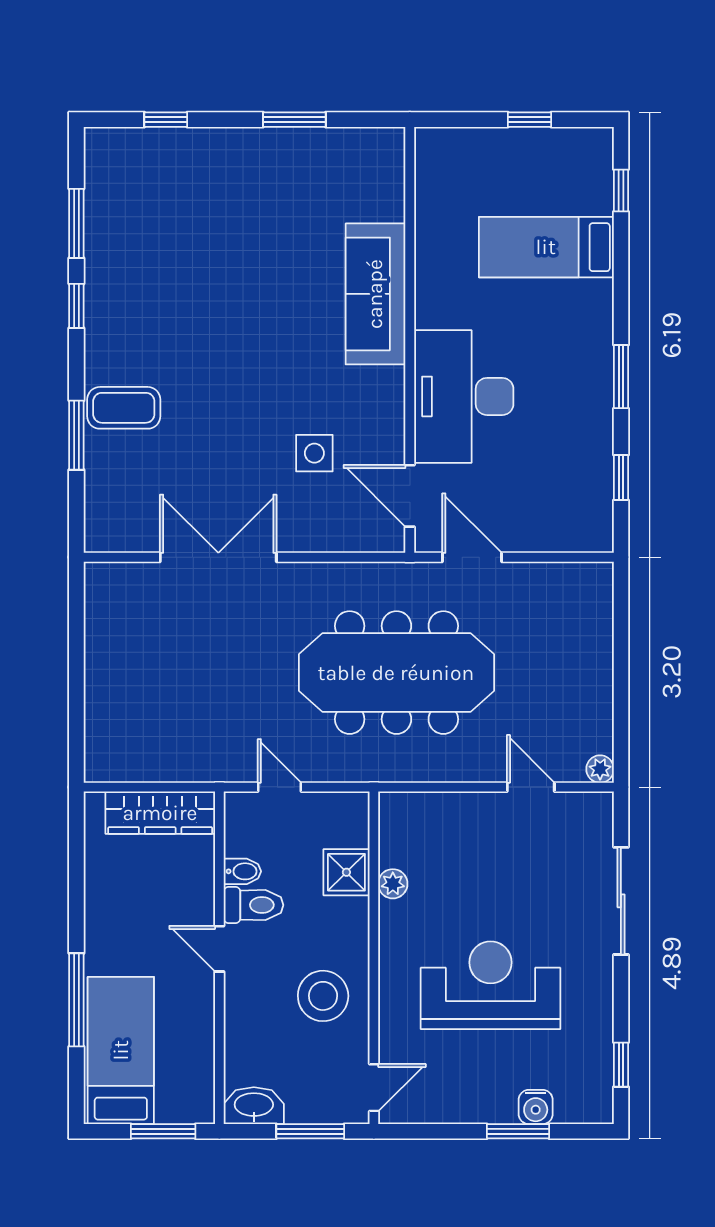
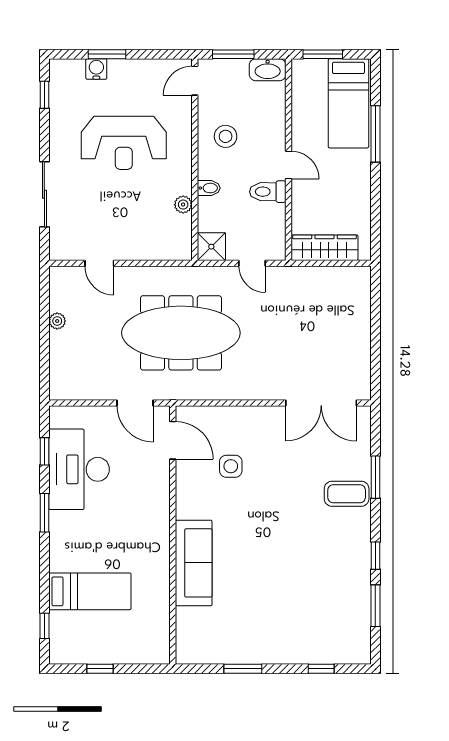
desk: (464, 396) -> (79, 469), moved, turned 180
double door: (218, 557) -> (321, 403), moved
plant: (600, 769) -> (57, 321), moved
bidet: (242, 871) -> (209, 188), moved, turned 180
shower: (346, 872) -> (211, 247), moved
stool: (323, 996) -> (226, 136), width x0.73, depth x0.73

